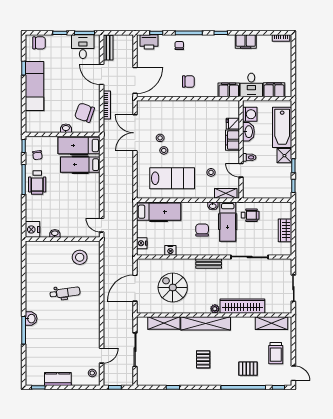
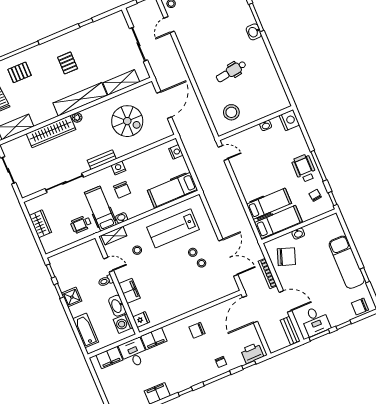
fridge: (233, 124) -> (141, 320), moved
bathtub: (282, 127) -> (86, 330), width x0.73, depth x0.73
nightstand: (170, 250) -> (118, 168), moved

